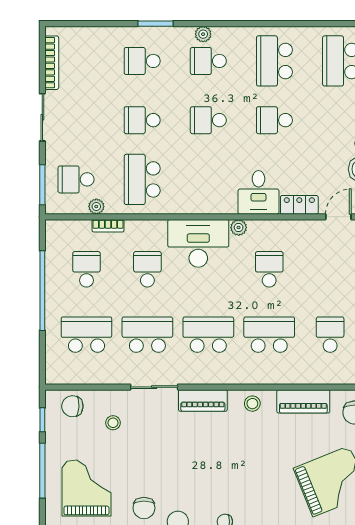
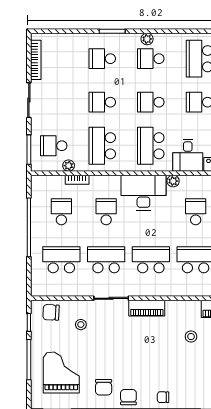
school desk: (208, 179) -> (151, 146), added
stool: (252, 404) -> (191, 337), moved

